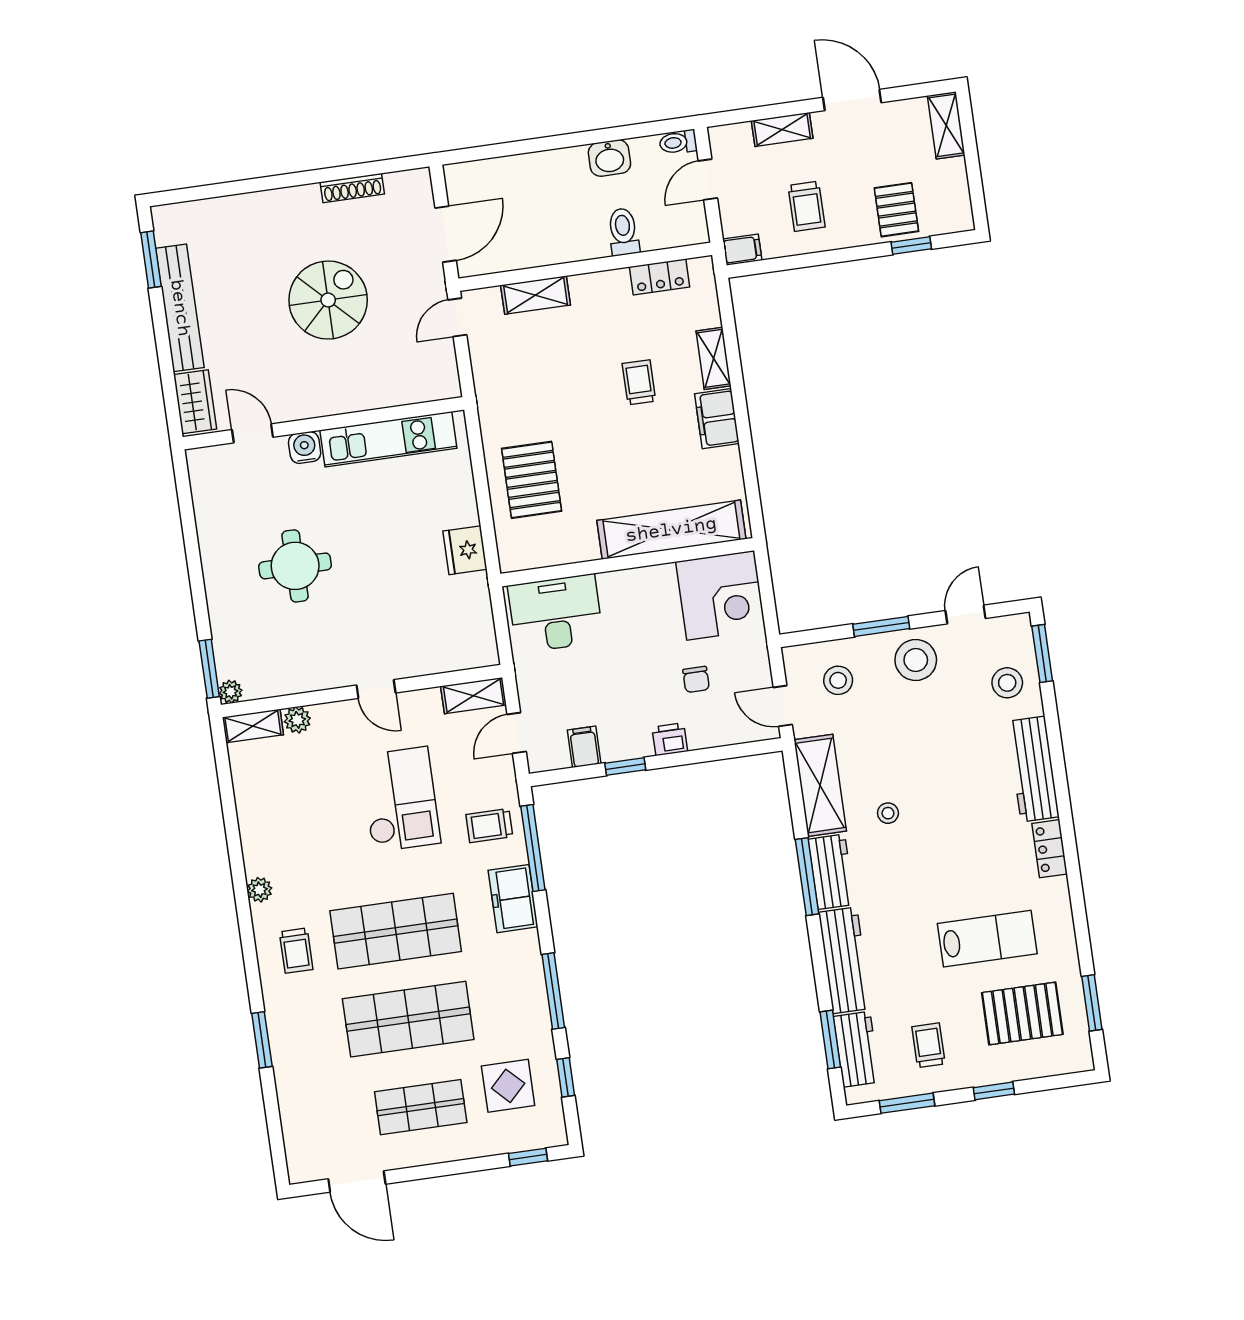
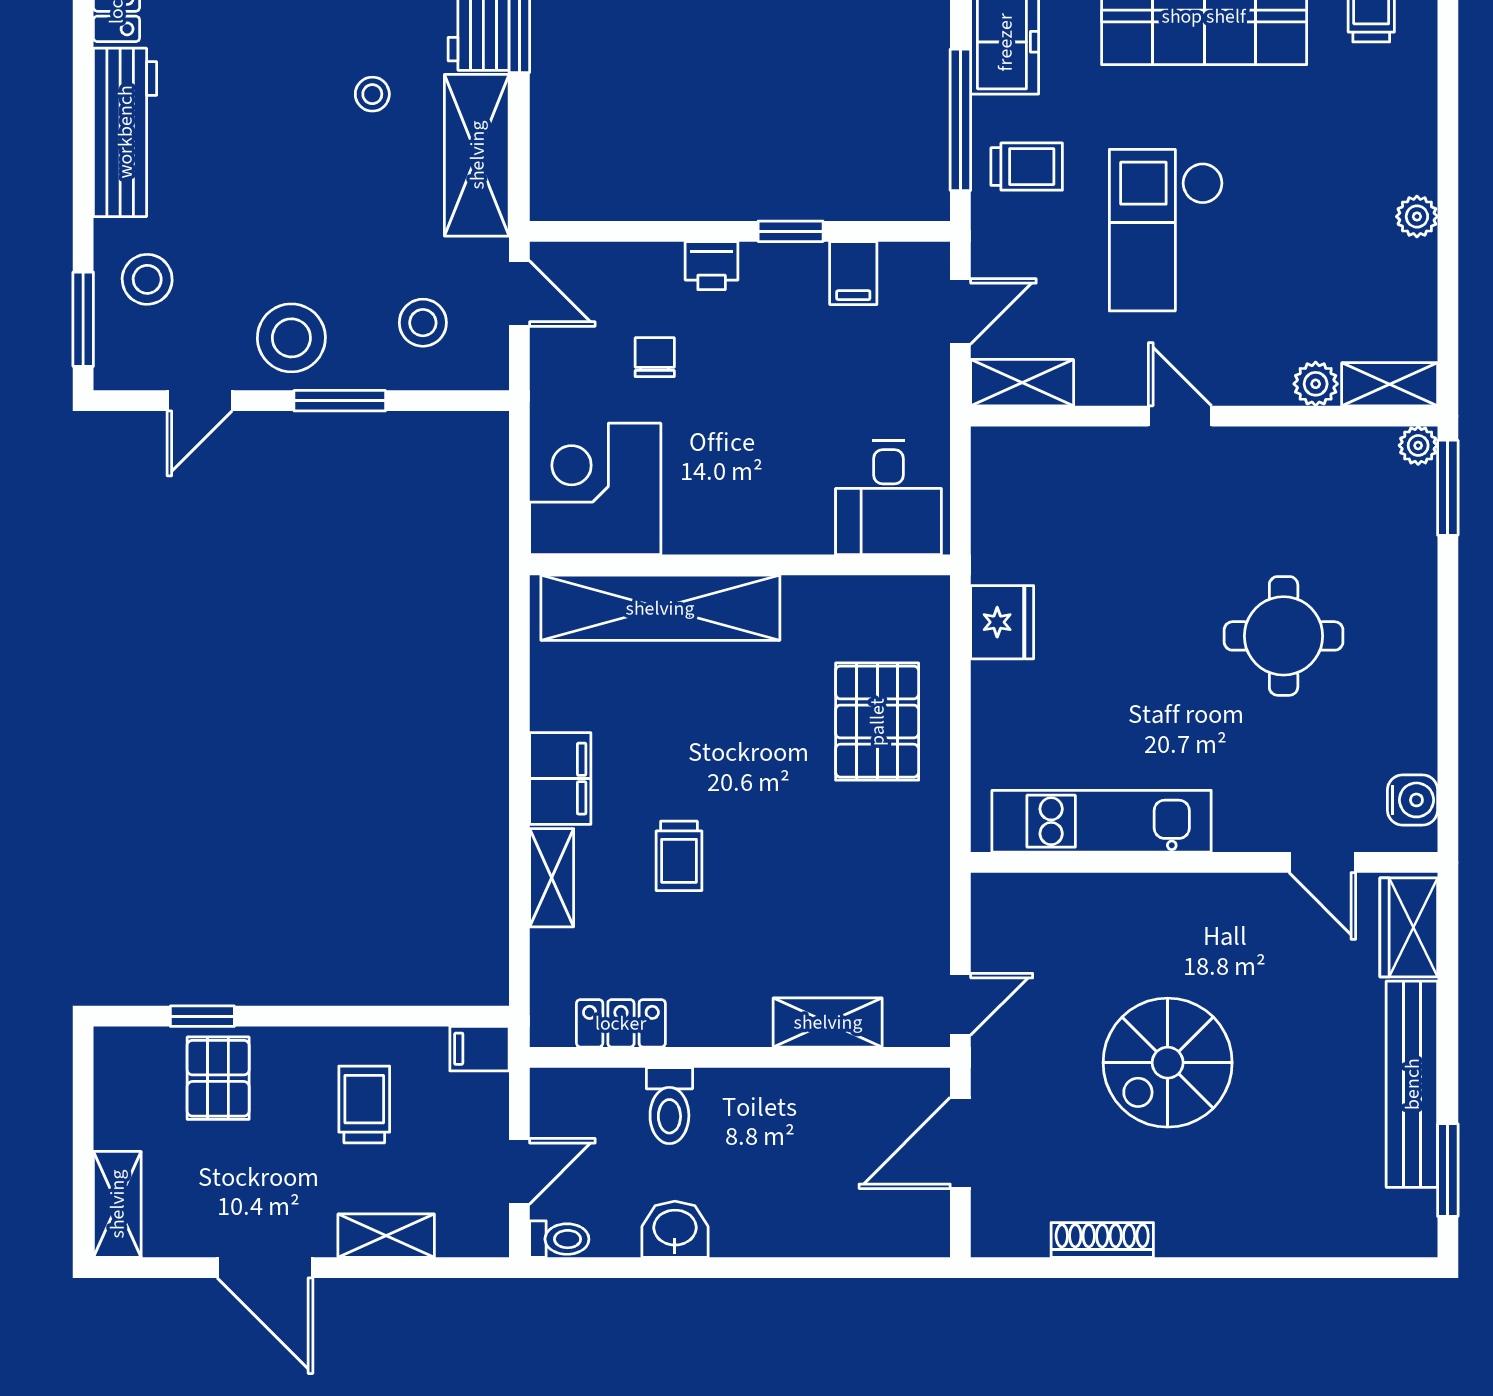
water cooler: (305, 448) -> (1412, 800), moved, turned -90
desk: (556, 614) -> (889, 498), width x0.73
plant: (259, 890) -> (1417, 216), moved

